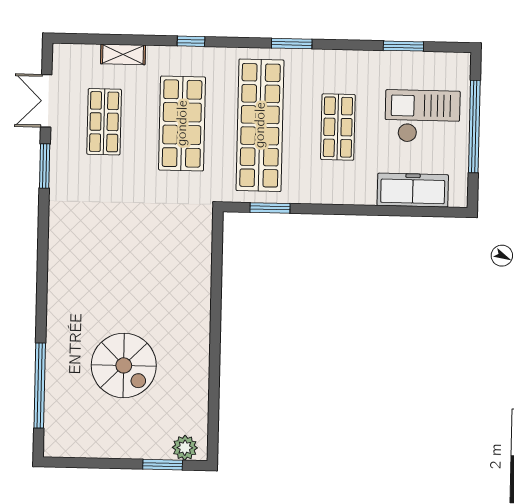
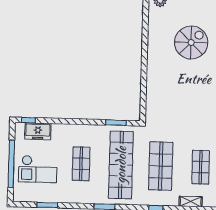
freezer: (413, 190) -> (38, 131), width x0.71
window: (441, 212) -> (28, 120), added
spiral stairs: (124, 365) -> (191, 43), turned 90

